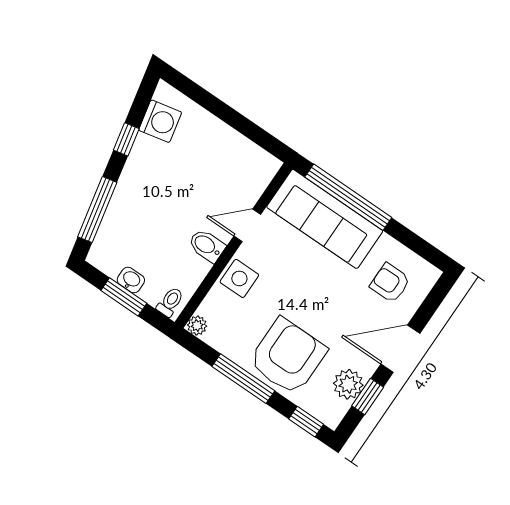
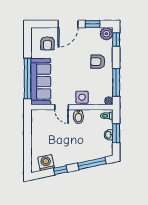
door: (400, 349) -> (68, 24), hinge flipped
armchair: (288, 356) -> (98, 62), width x0.53, depth x0.53
window: (243, 379) -> (116, 82), moved
plant: (348, 384) -> (106, 34), moved

